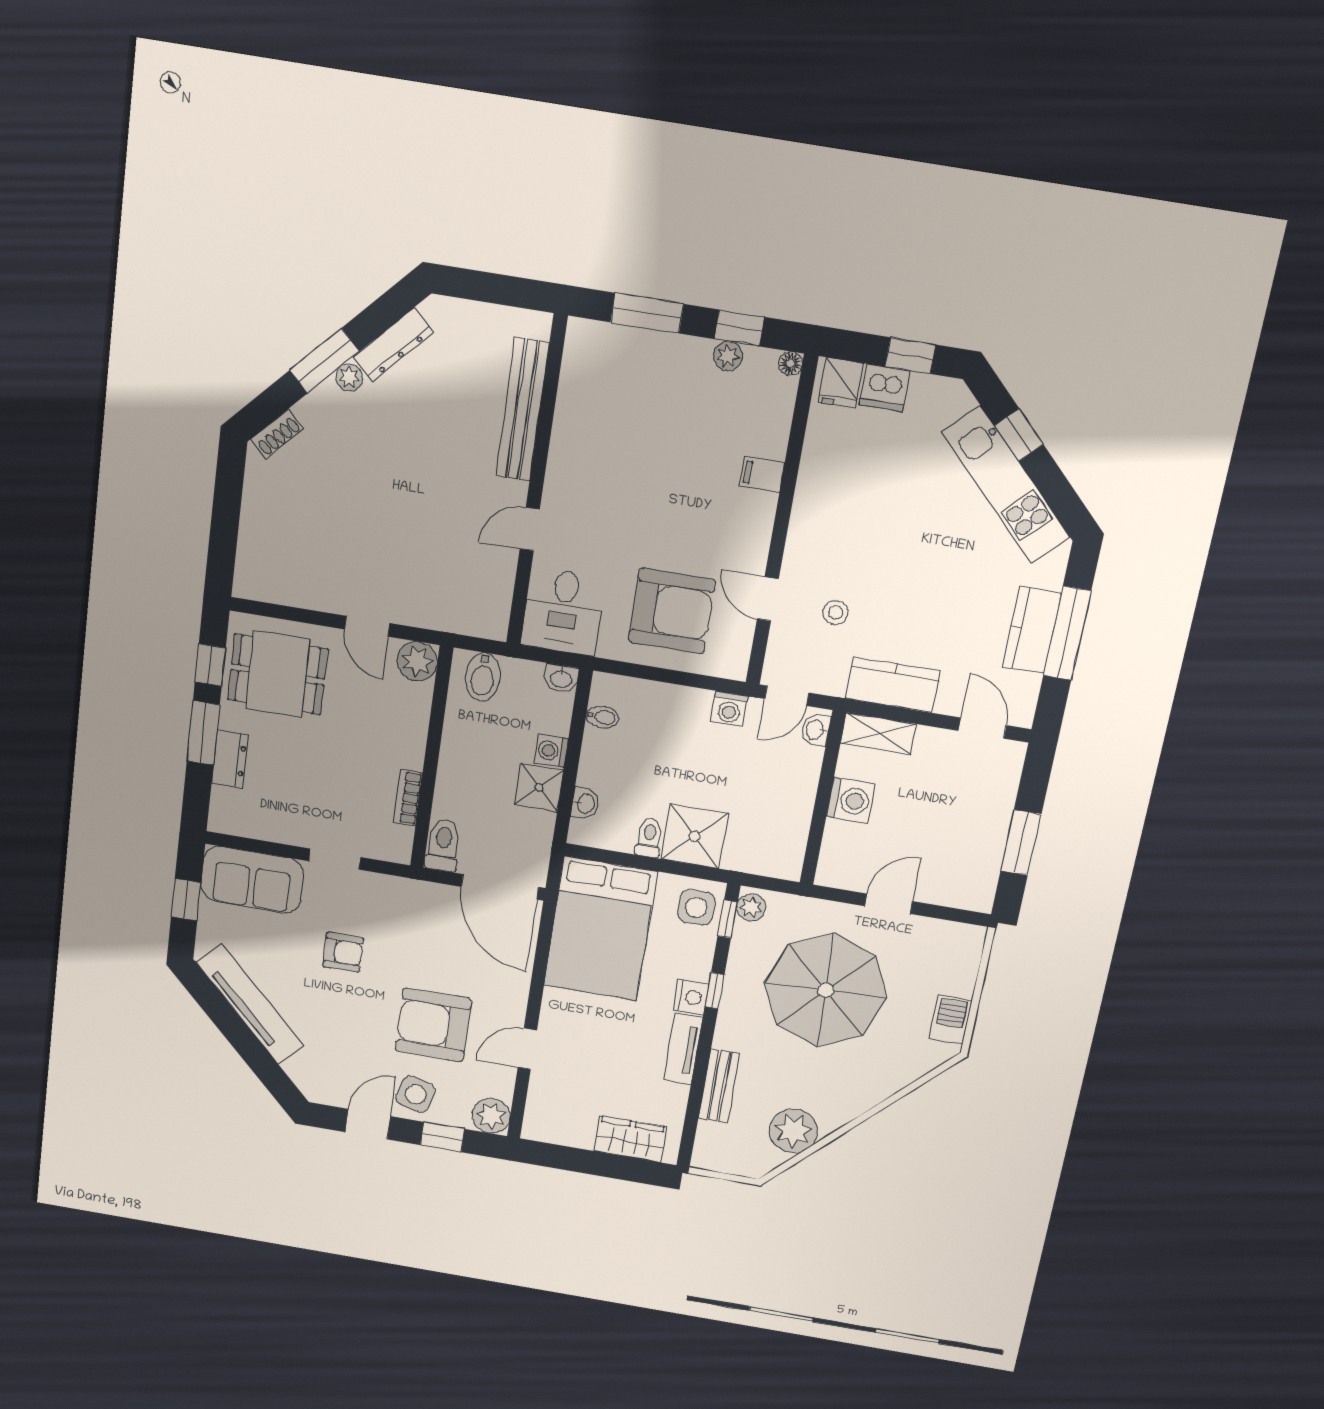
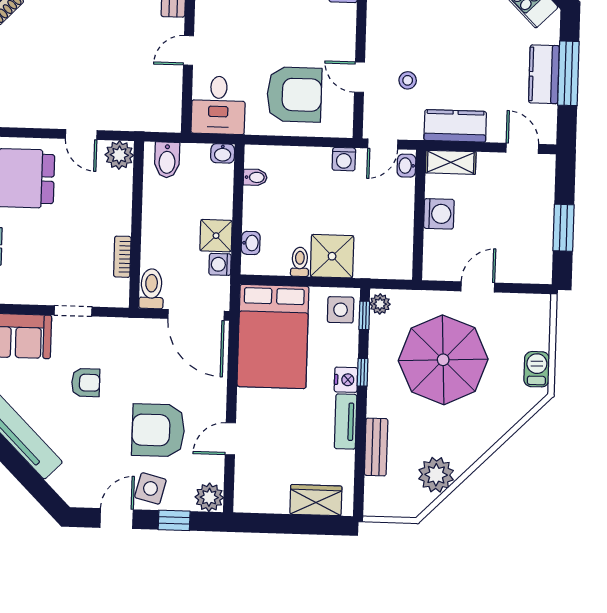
washing machine: (551, 751) -> (220, 264), moved

